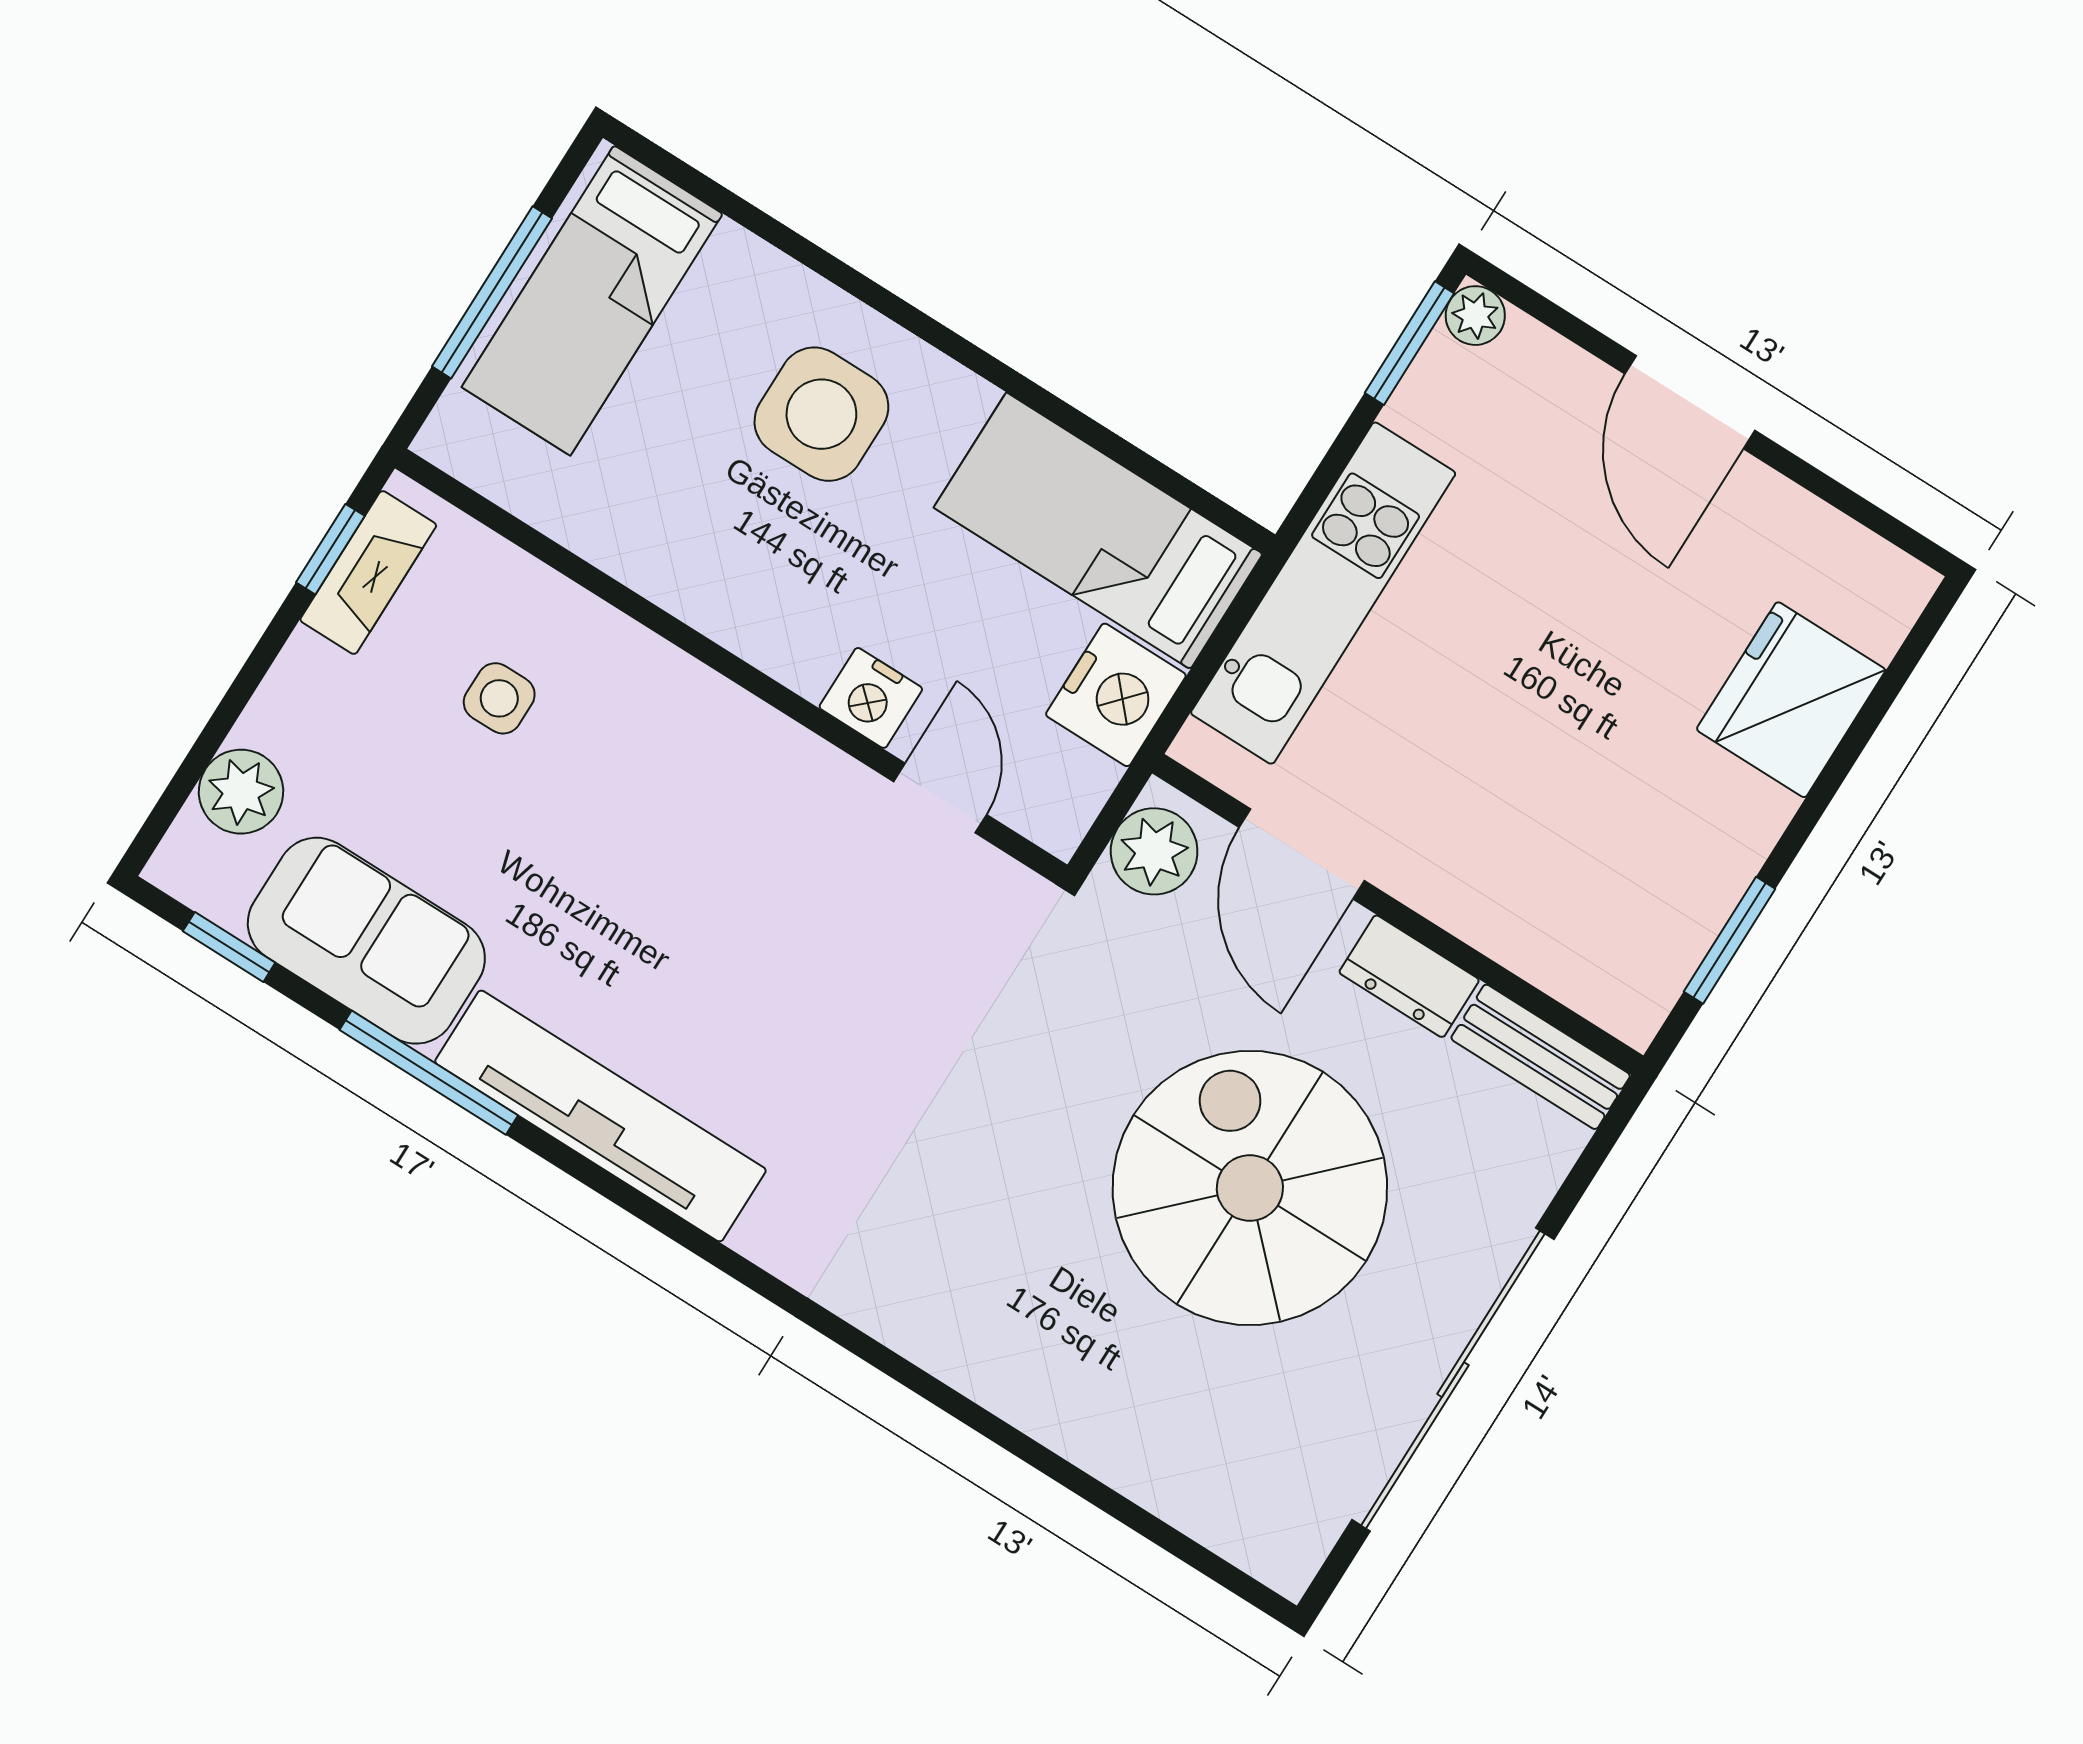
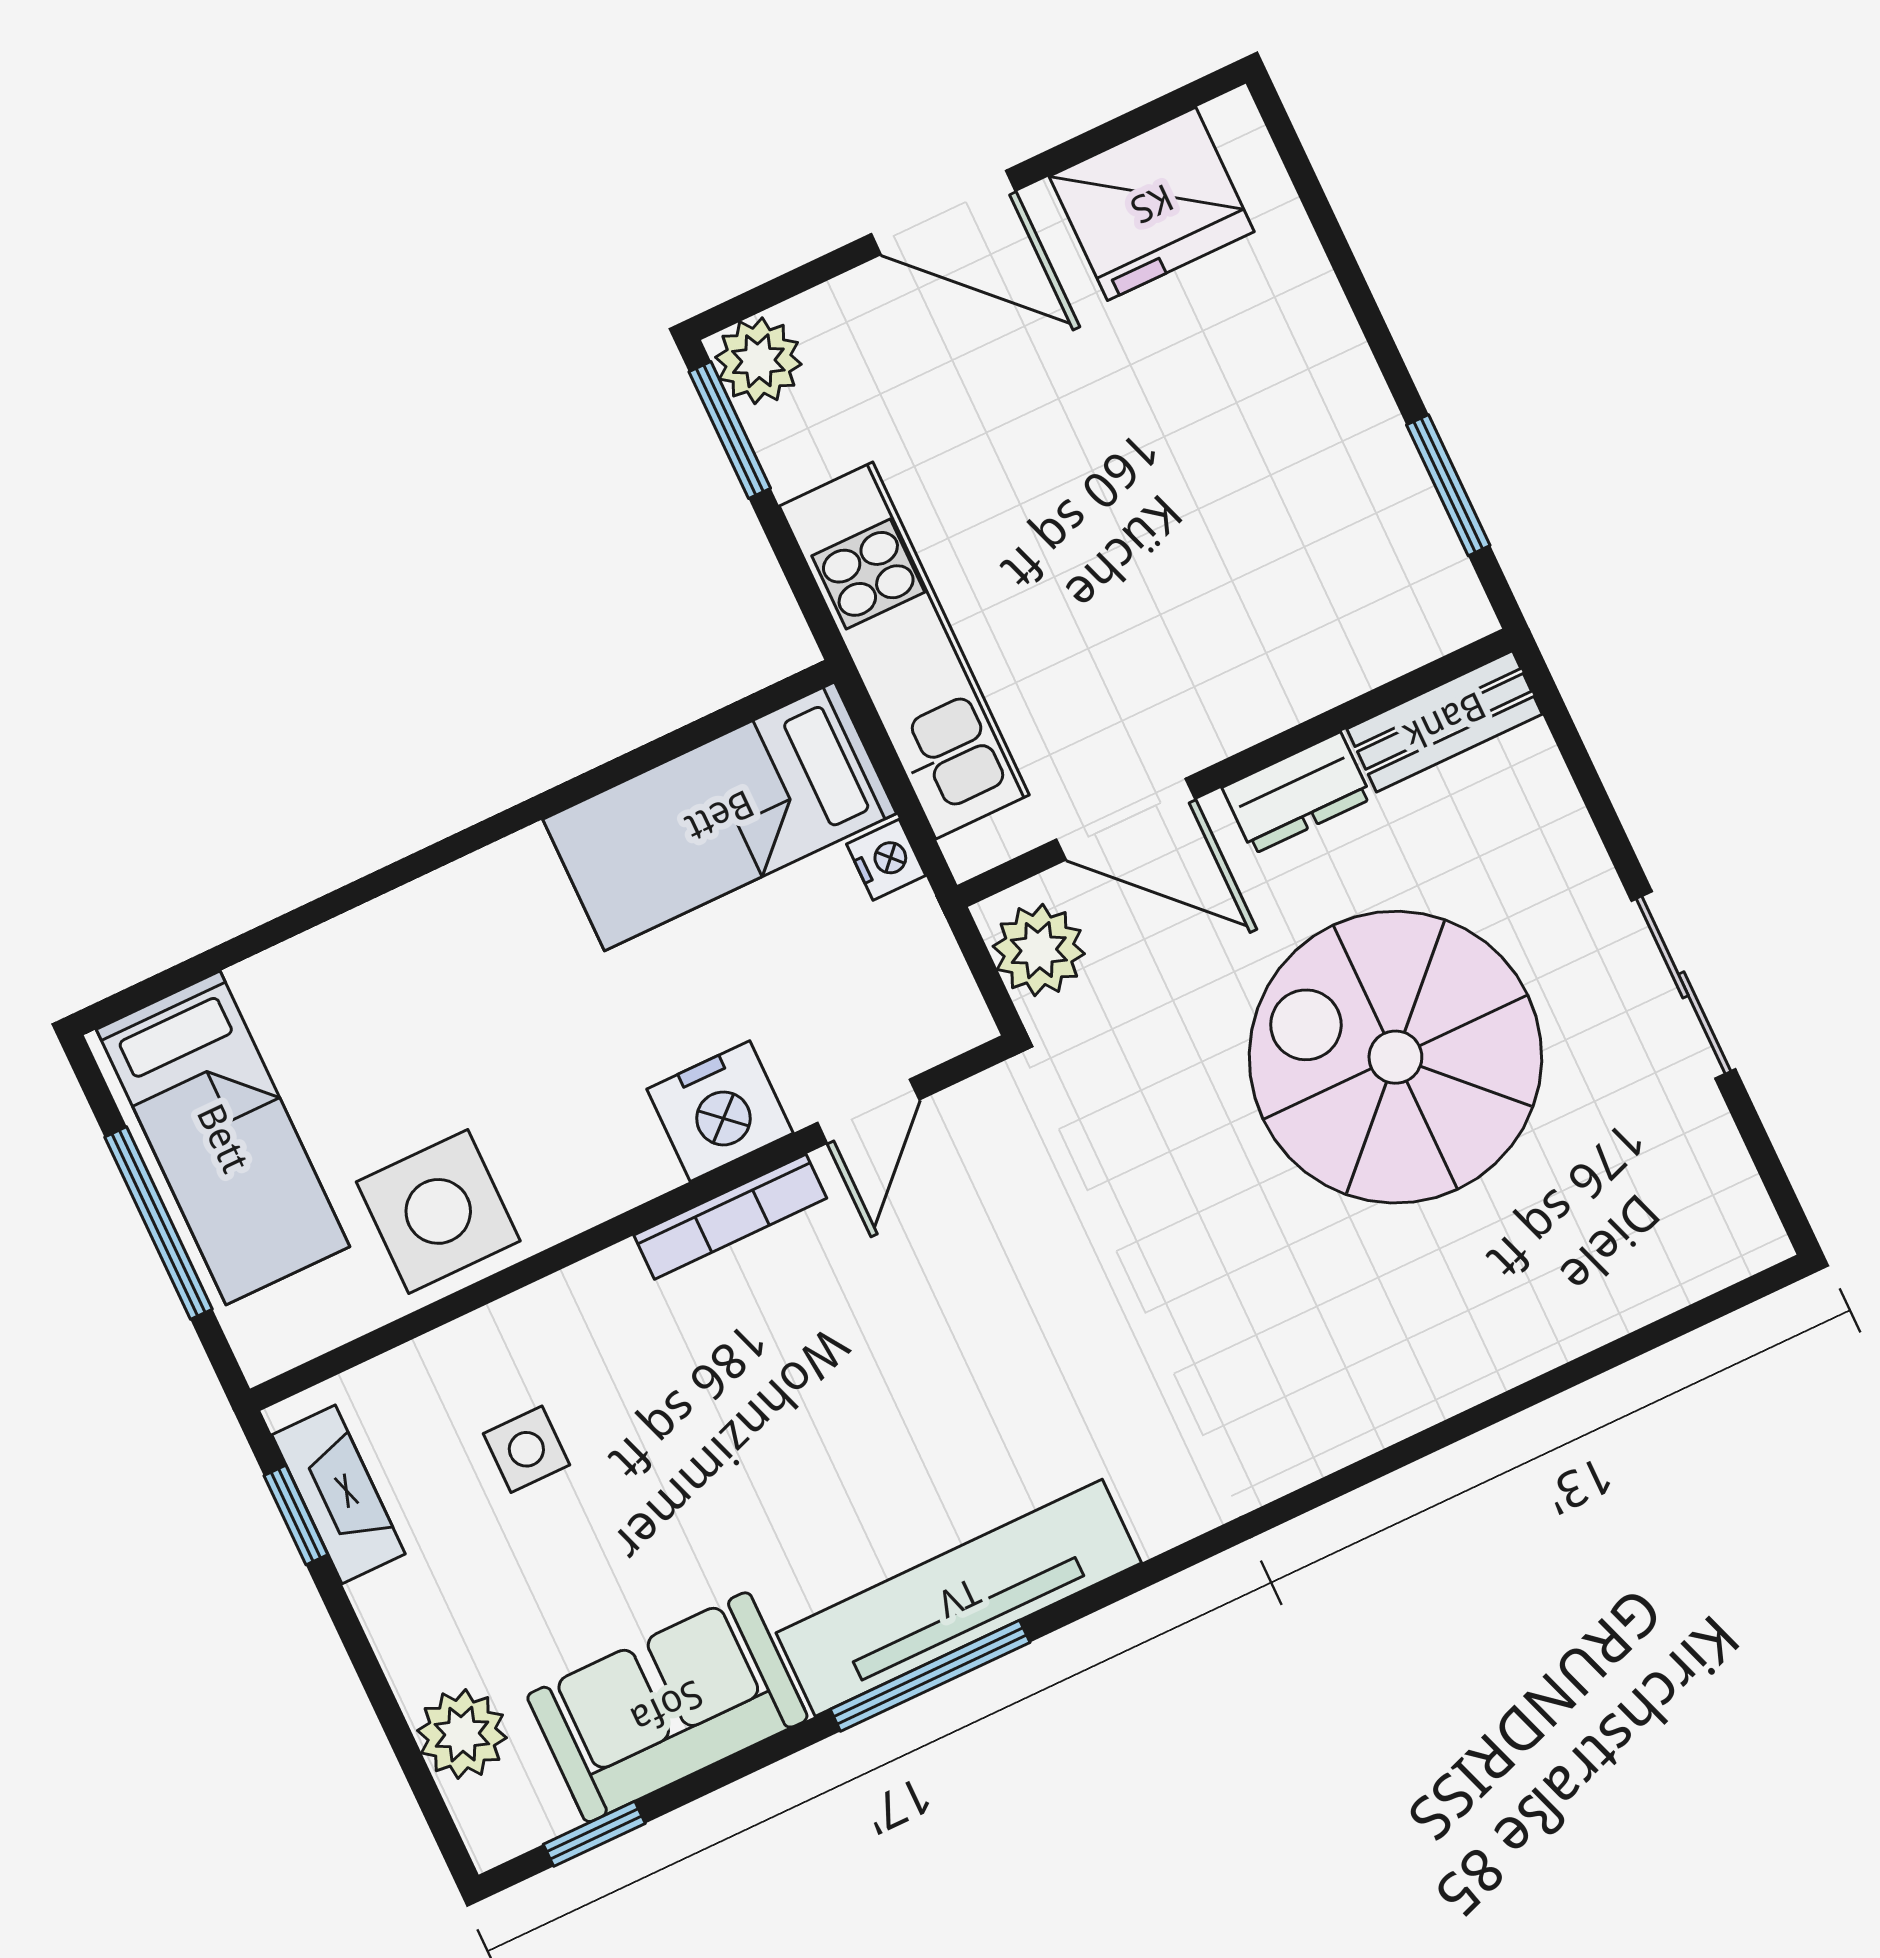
plant: (1475, 316) -> (758, 361), width x1.38, depth x1.38
side table: (821, 414) -> (438, 1211), moved
nightstand: (1116, 695) -> (886, 860), width x0.53, depth x0.56
nightstand: (871, 698) -> (720, 1111), width x1.36, depth x1.33
fridge: (1791, 700) -> (1152, 204), moved, turned -90
bookcase: (787, 742) -> (730, 1217), added
door: (940, 798) -> (868, 1111), swing flipped
window: (429, 1073) -> (930, 1676), moved
sliding door: (1453, 1380) -> (1683, 985), width x0.54

